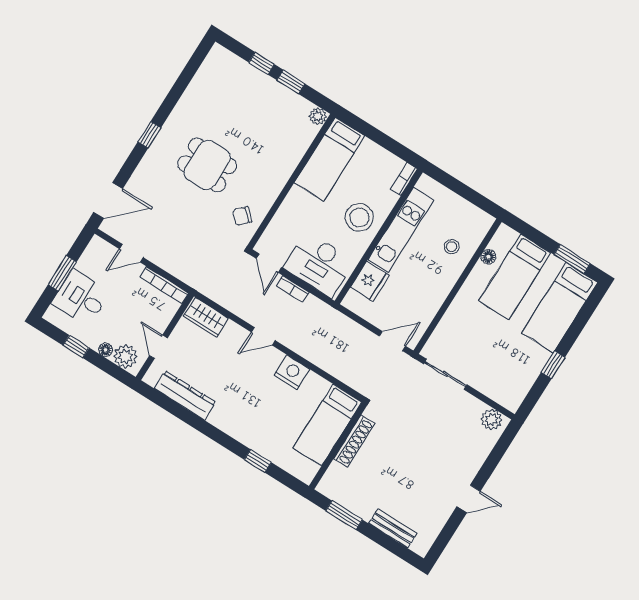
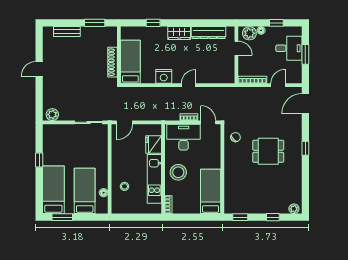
window: (291, 82) -> (240, 217), moved
plant: (318, 116) -> (294, 209), moved
wardrobe: (206, 317) -> (179, 33), moved, turned 180

